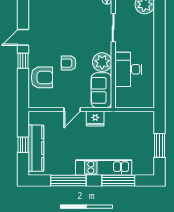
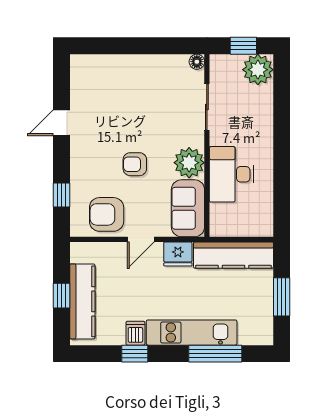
window: (23, 61) -> (61, 195), moved
armchair: (42, 77) -> (107, 214), moved, turned 180
kitchen counter: (130, 119) -> (233, 255), added
dishwasher: (69, 168) -> (135, 333), added
window: (68, 180) -> (135, 354), width x0.46

